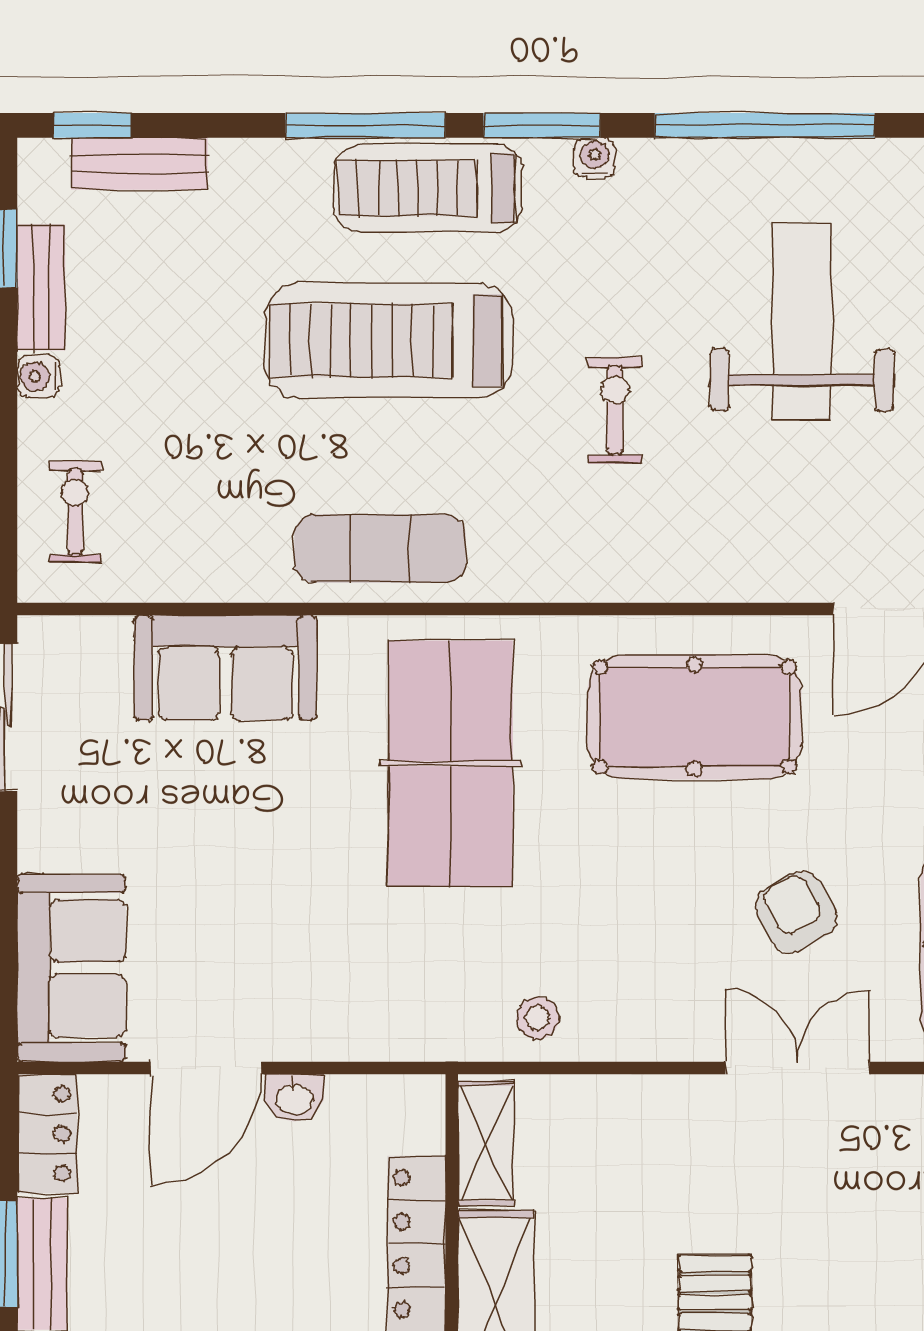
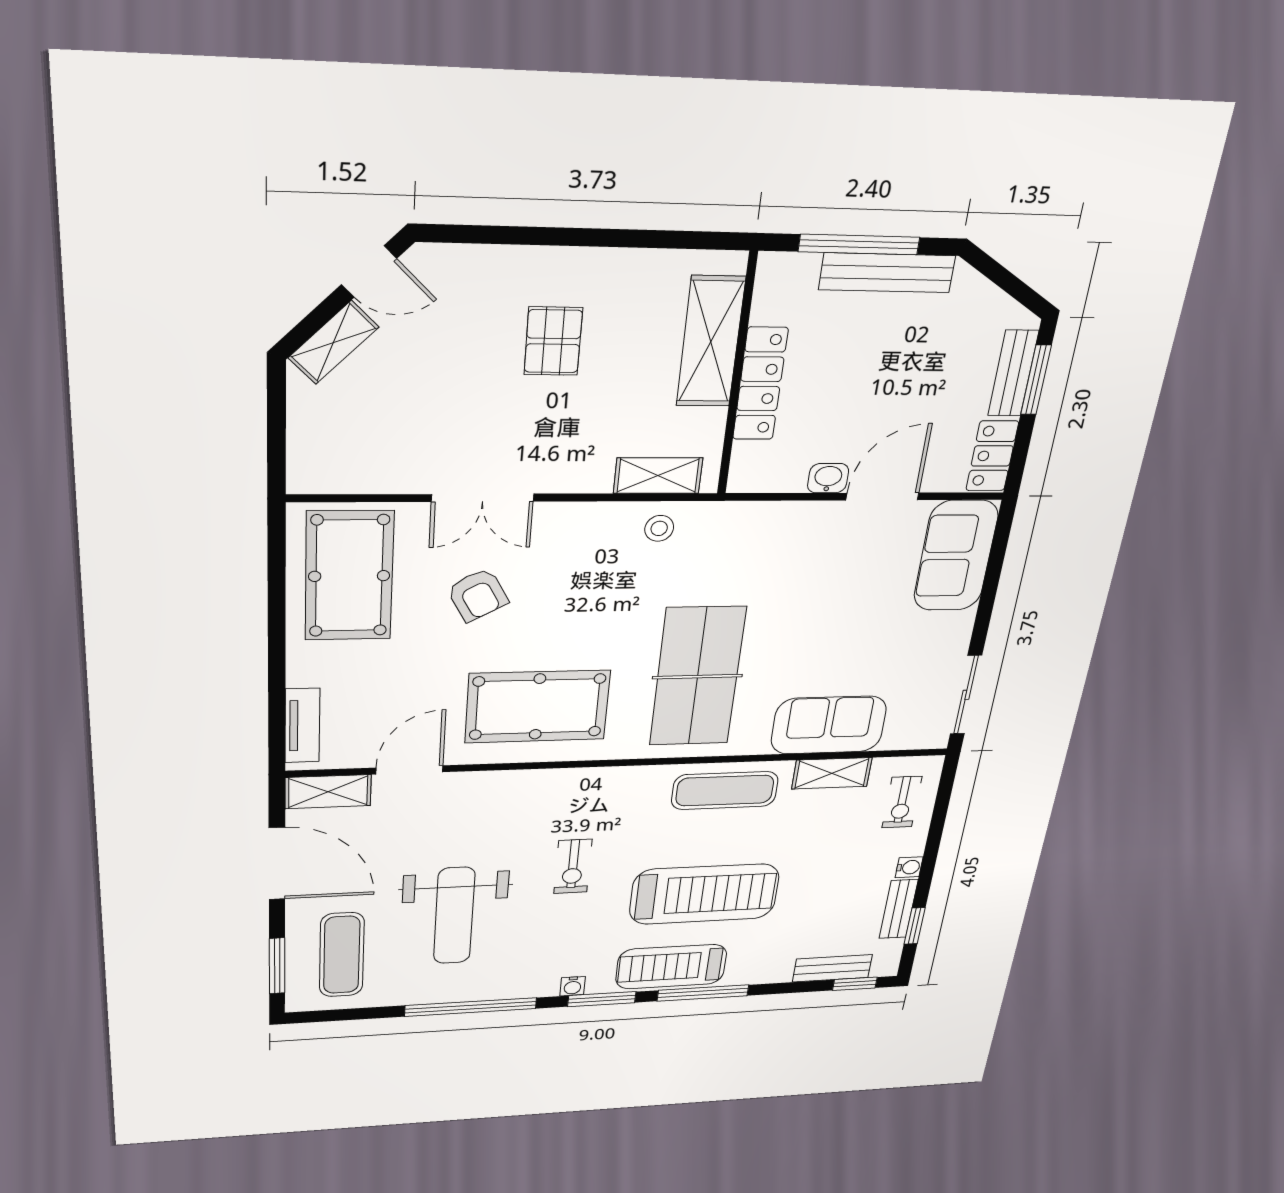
treadmill: (428, 188) -> (671, 967), turned 180
shelving: (206, 574) -> (832, 773), added
shelving: (486, 1143) -> (658, 476), moved, turned 90

